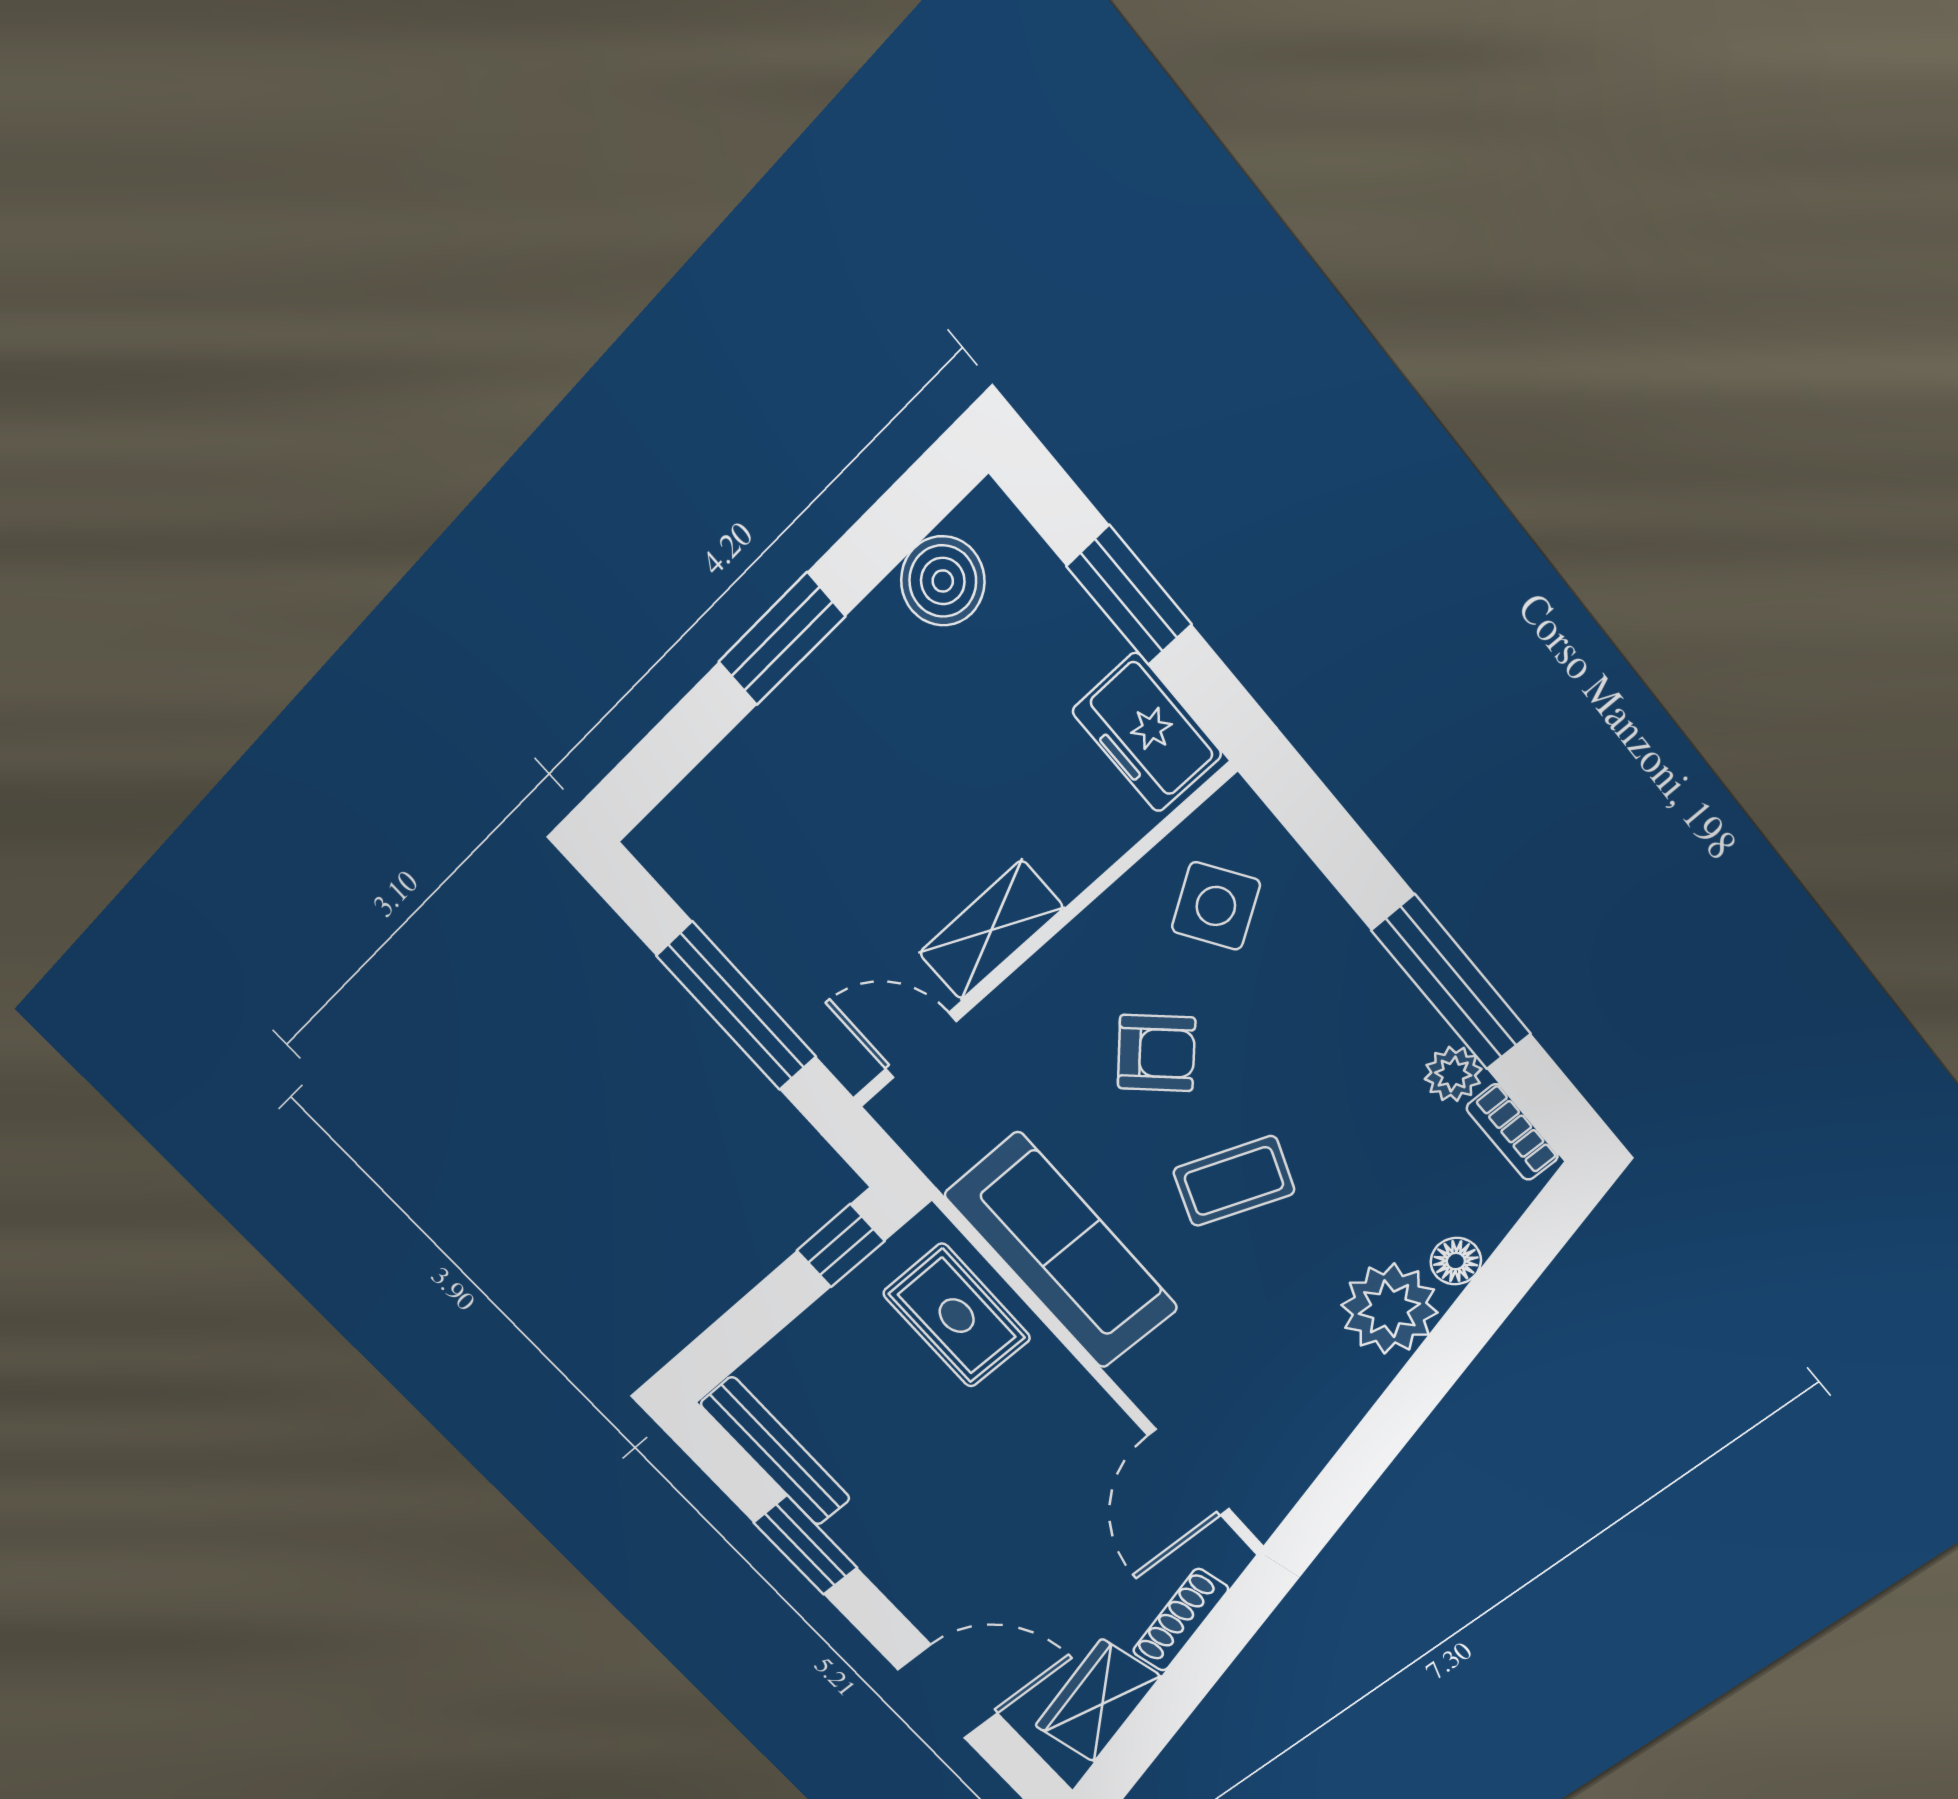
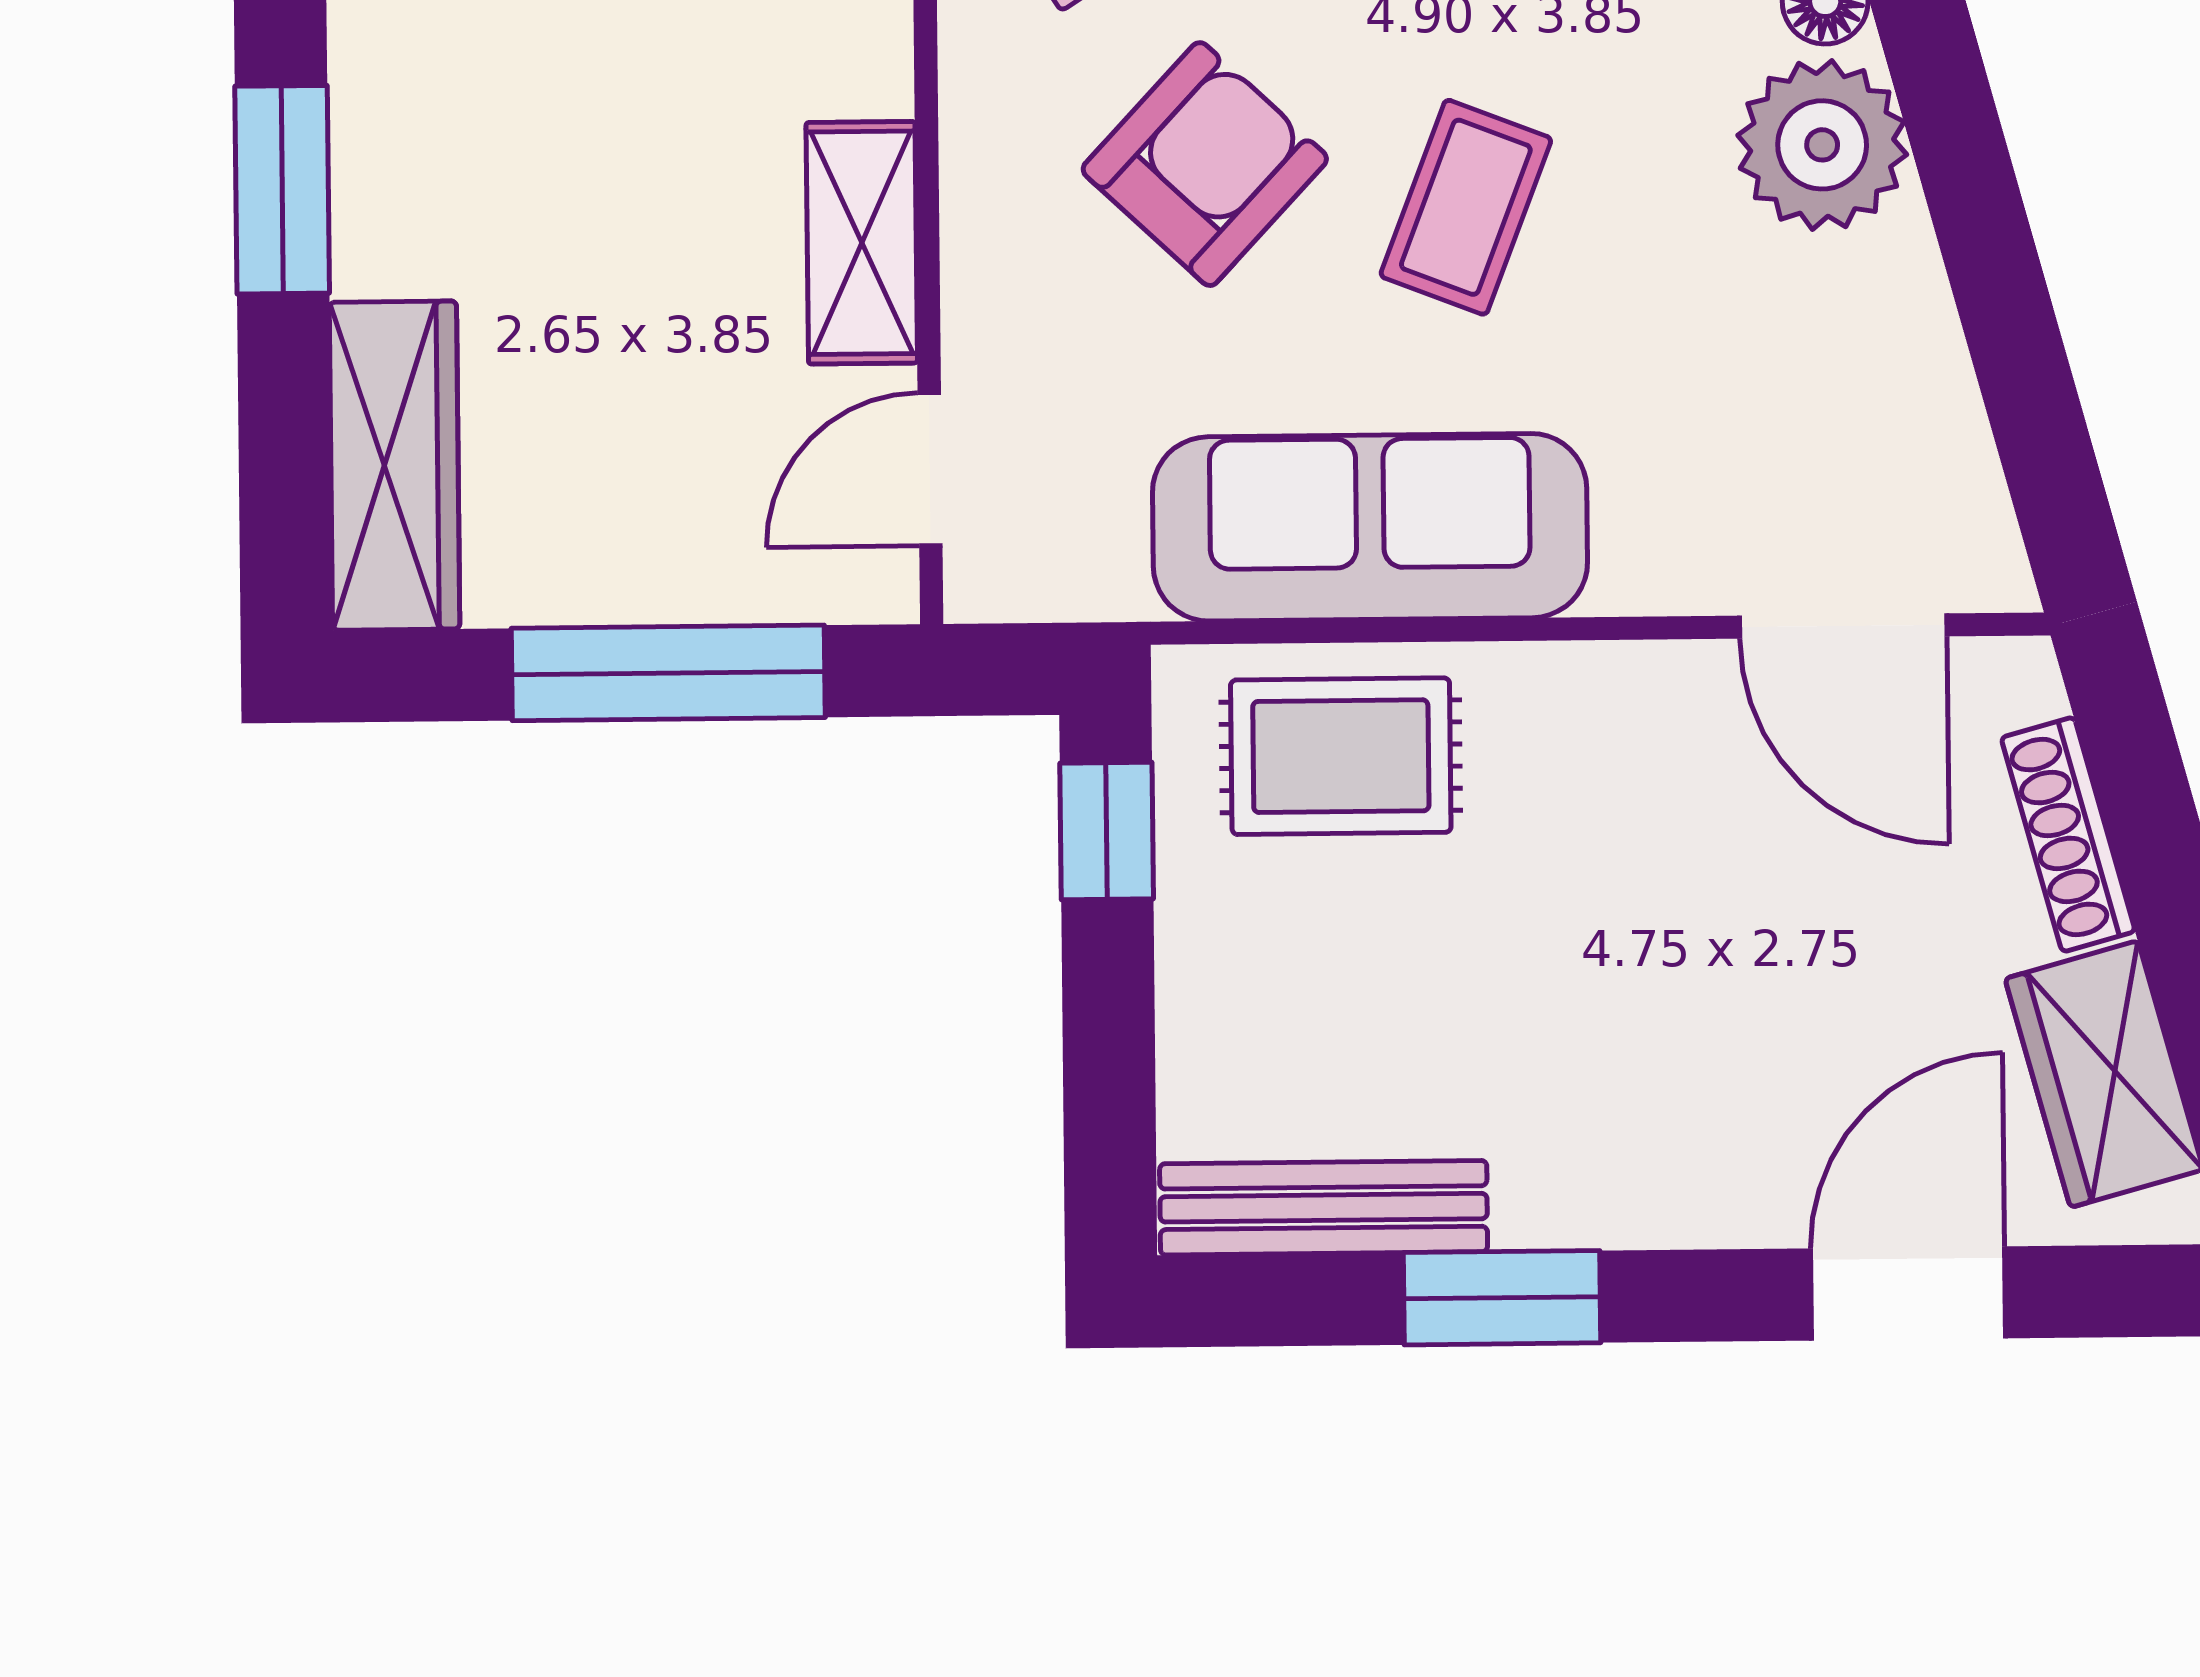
wardrobe: (712, 805) -> (395, 466), added
armchair: (1156, 1053) -> (1205, 164), width x1.38, depth x1.38

